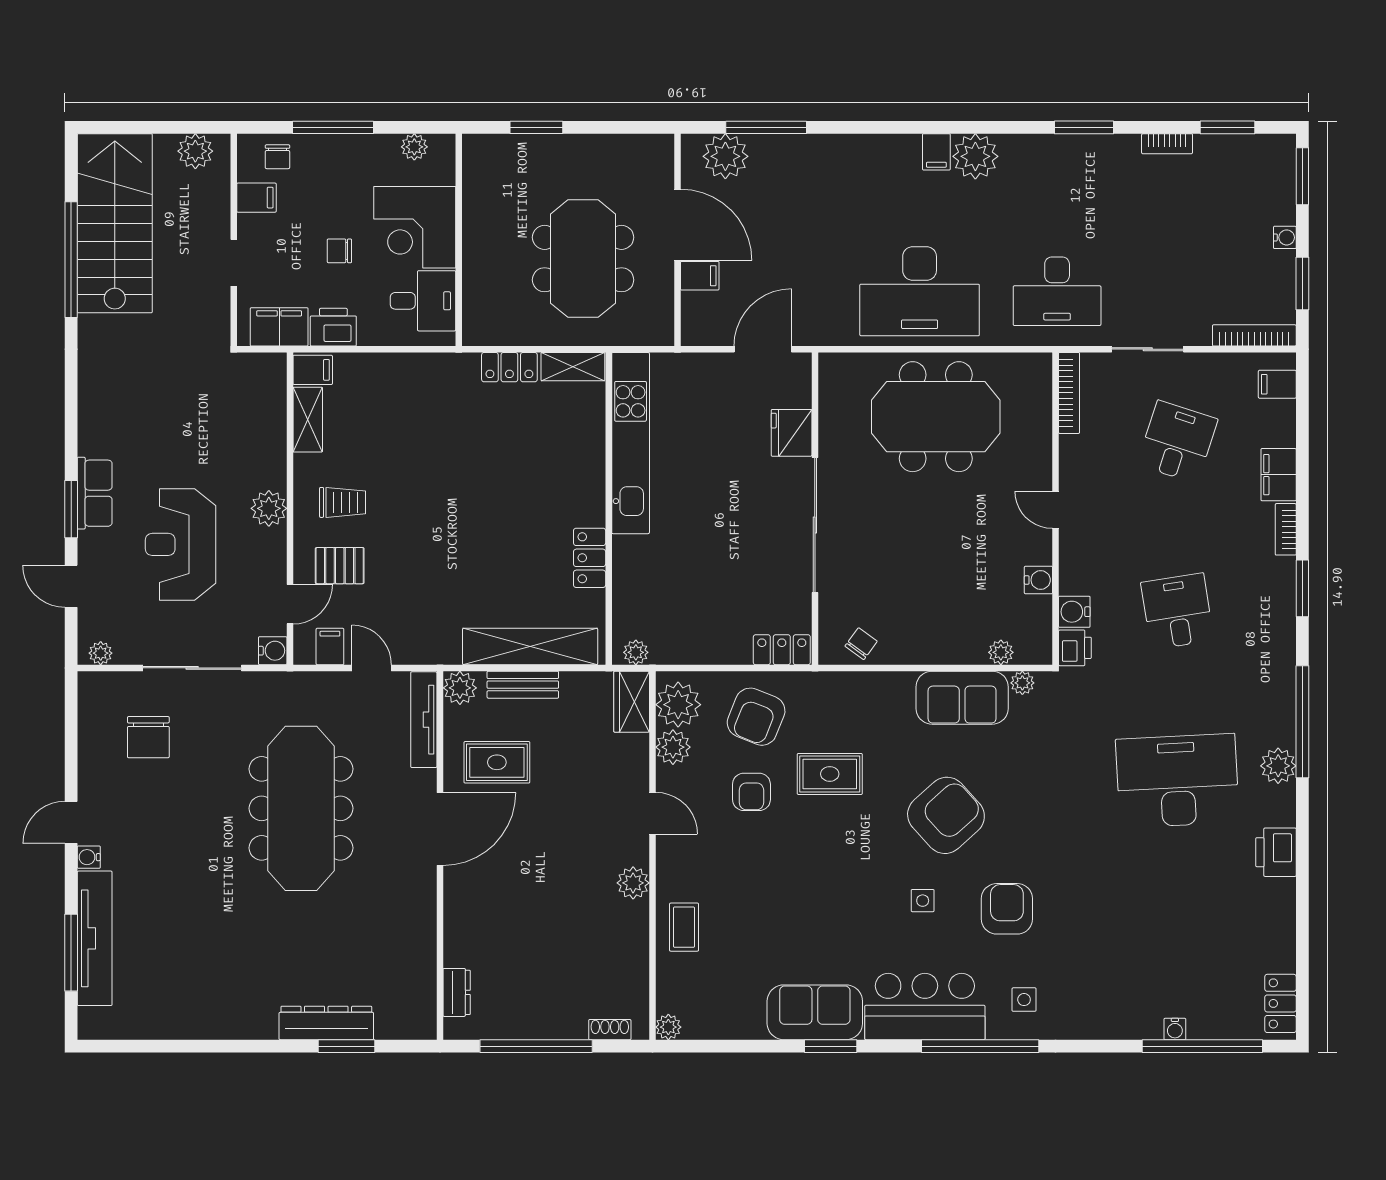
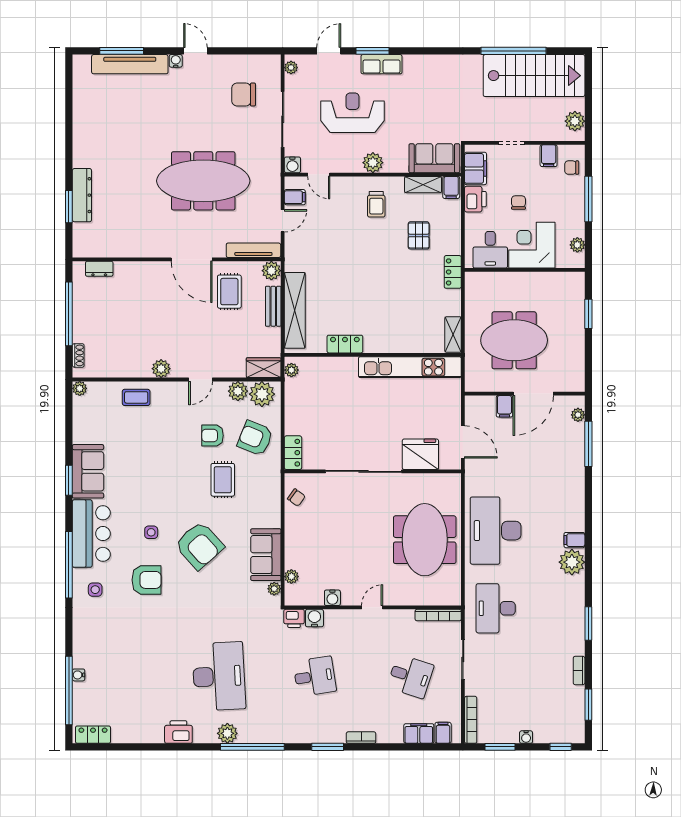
plant: (725, 156) -> (578, 415), width x0.53, depth x0.53
window: (1302, 176) -> (561, 747), width x0.67
locker: (509, 367) -> (453, 272), moved
sofa: (261, 400) -> (434, 158), added
fridge: (792, 433) -> (420, 454), width x1.36, depth x1.34
filing cabinet: (1279, 475) -> (419, 734), moved
pallet: (340, 566) -> (419, 235), moved

